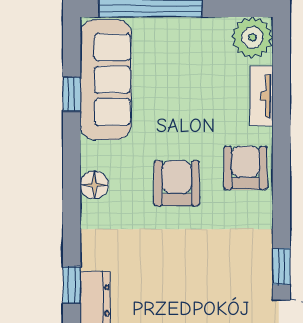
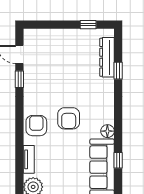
armchair: (246, 168) -> (36, 126), turned 180
floor lamp: (94, 185) -> (107, 131), moved

